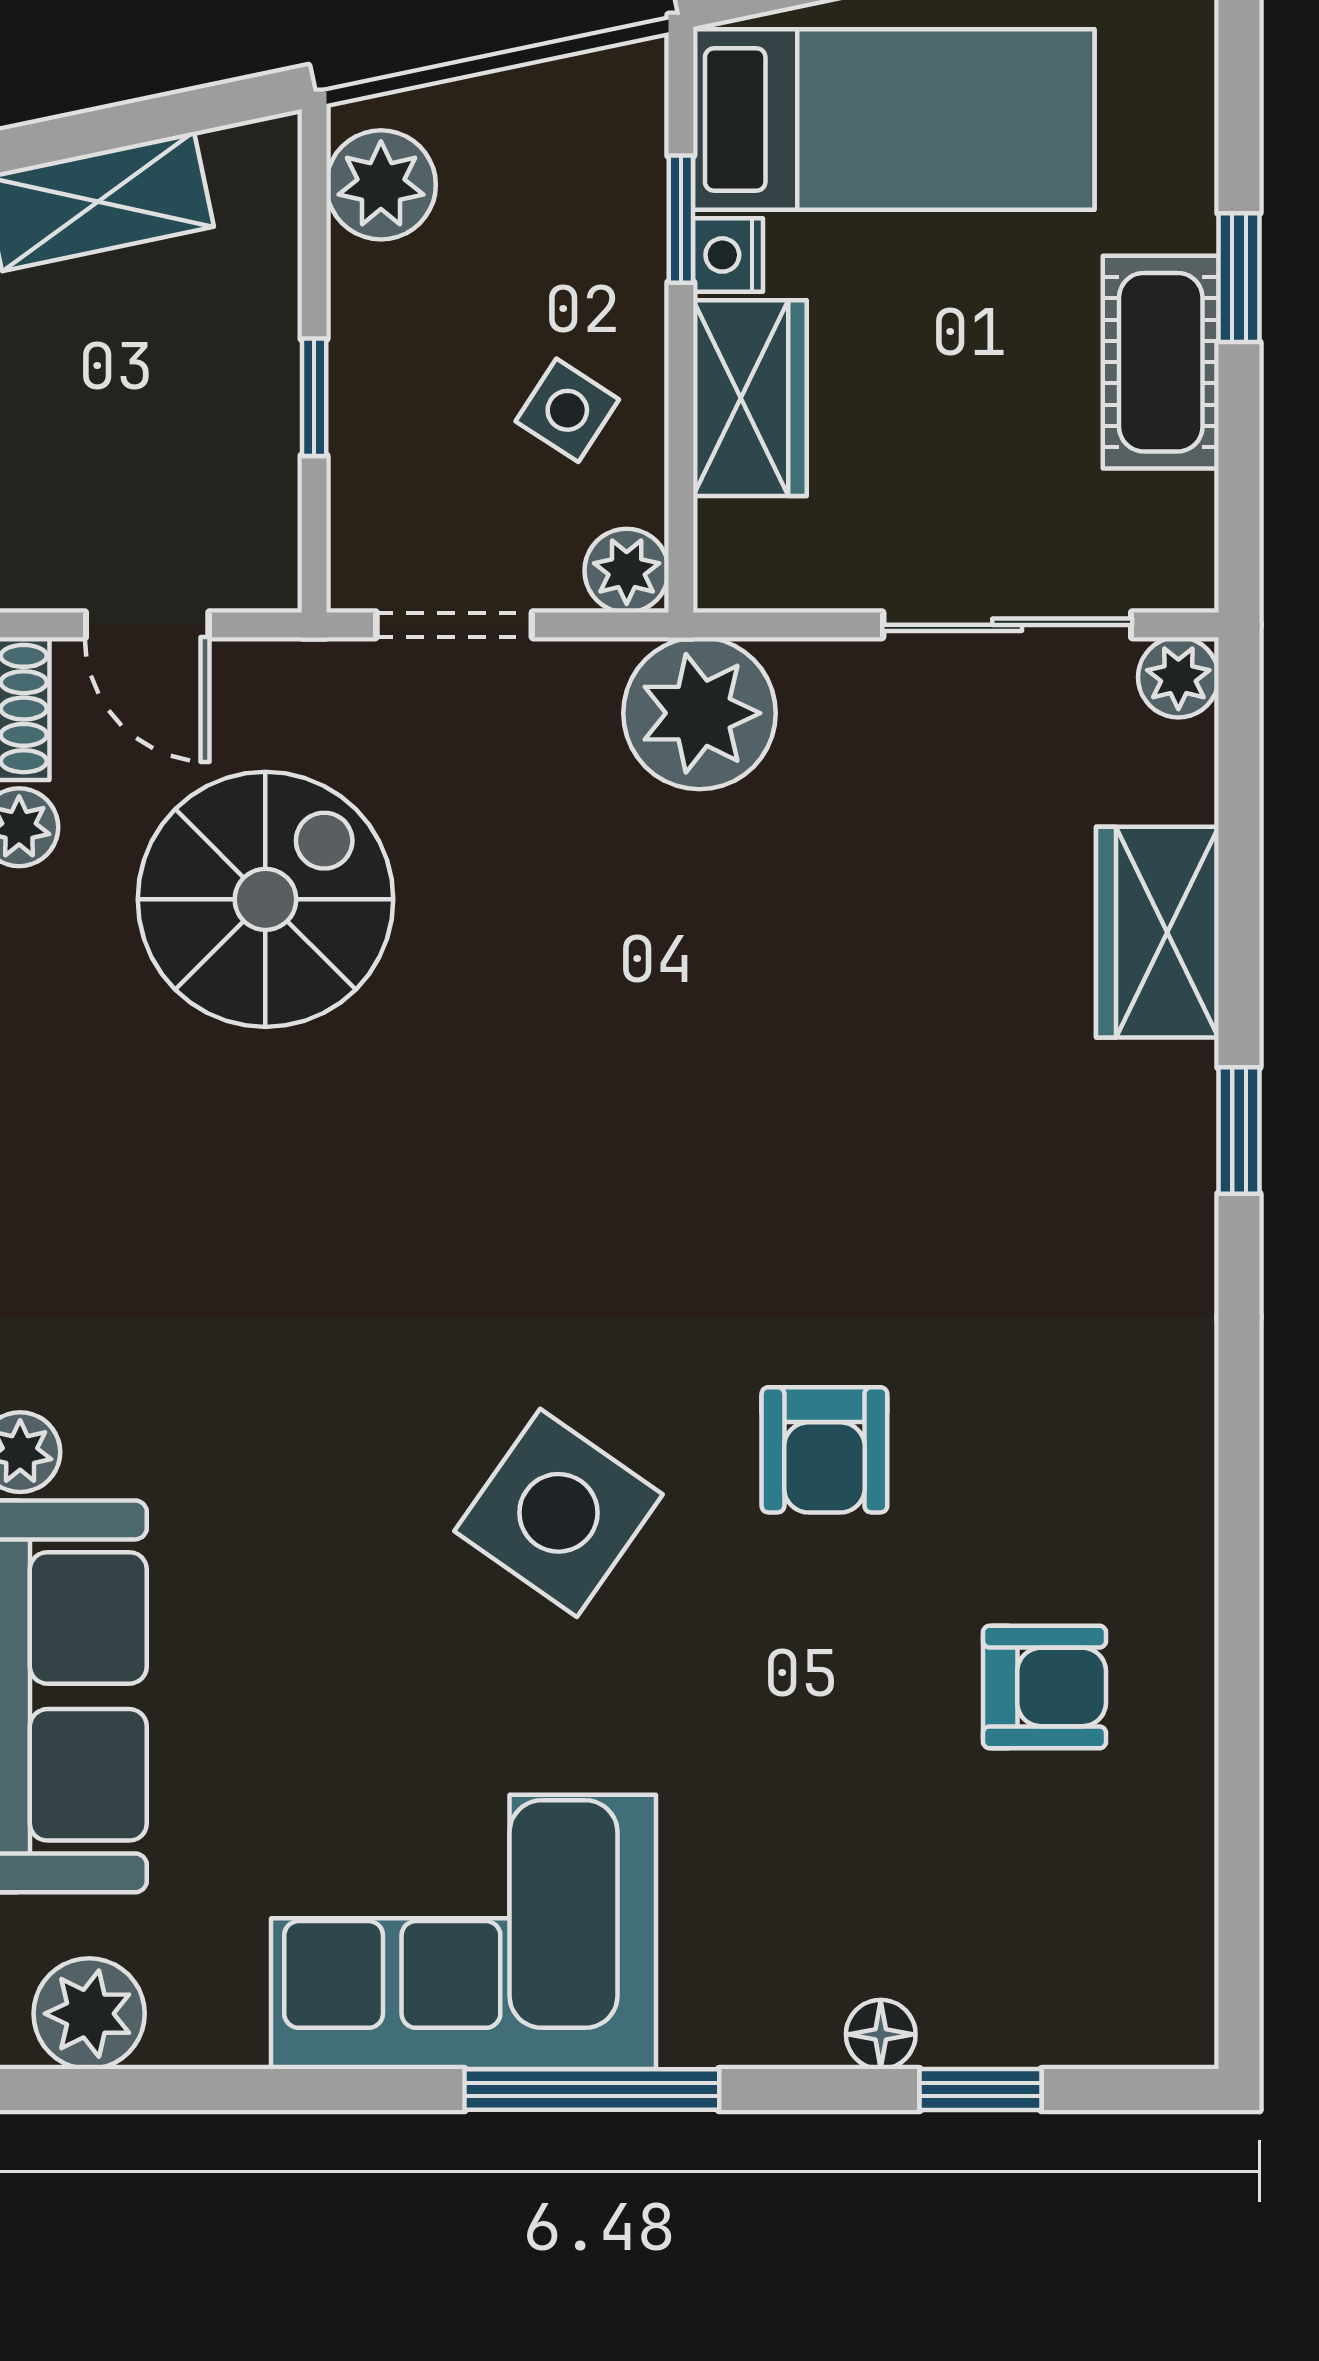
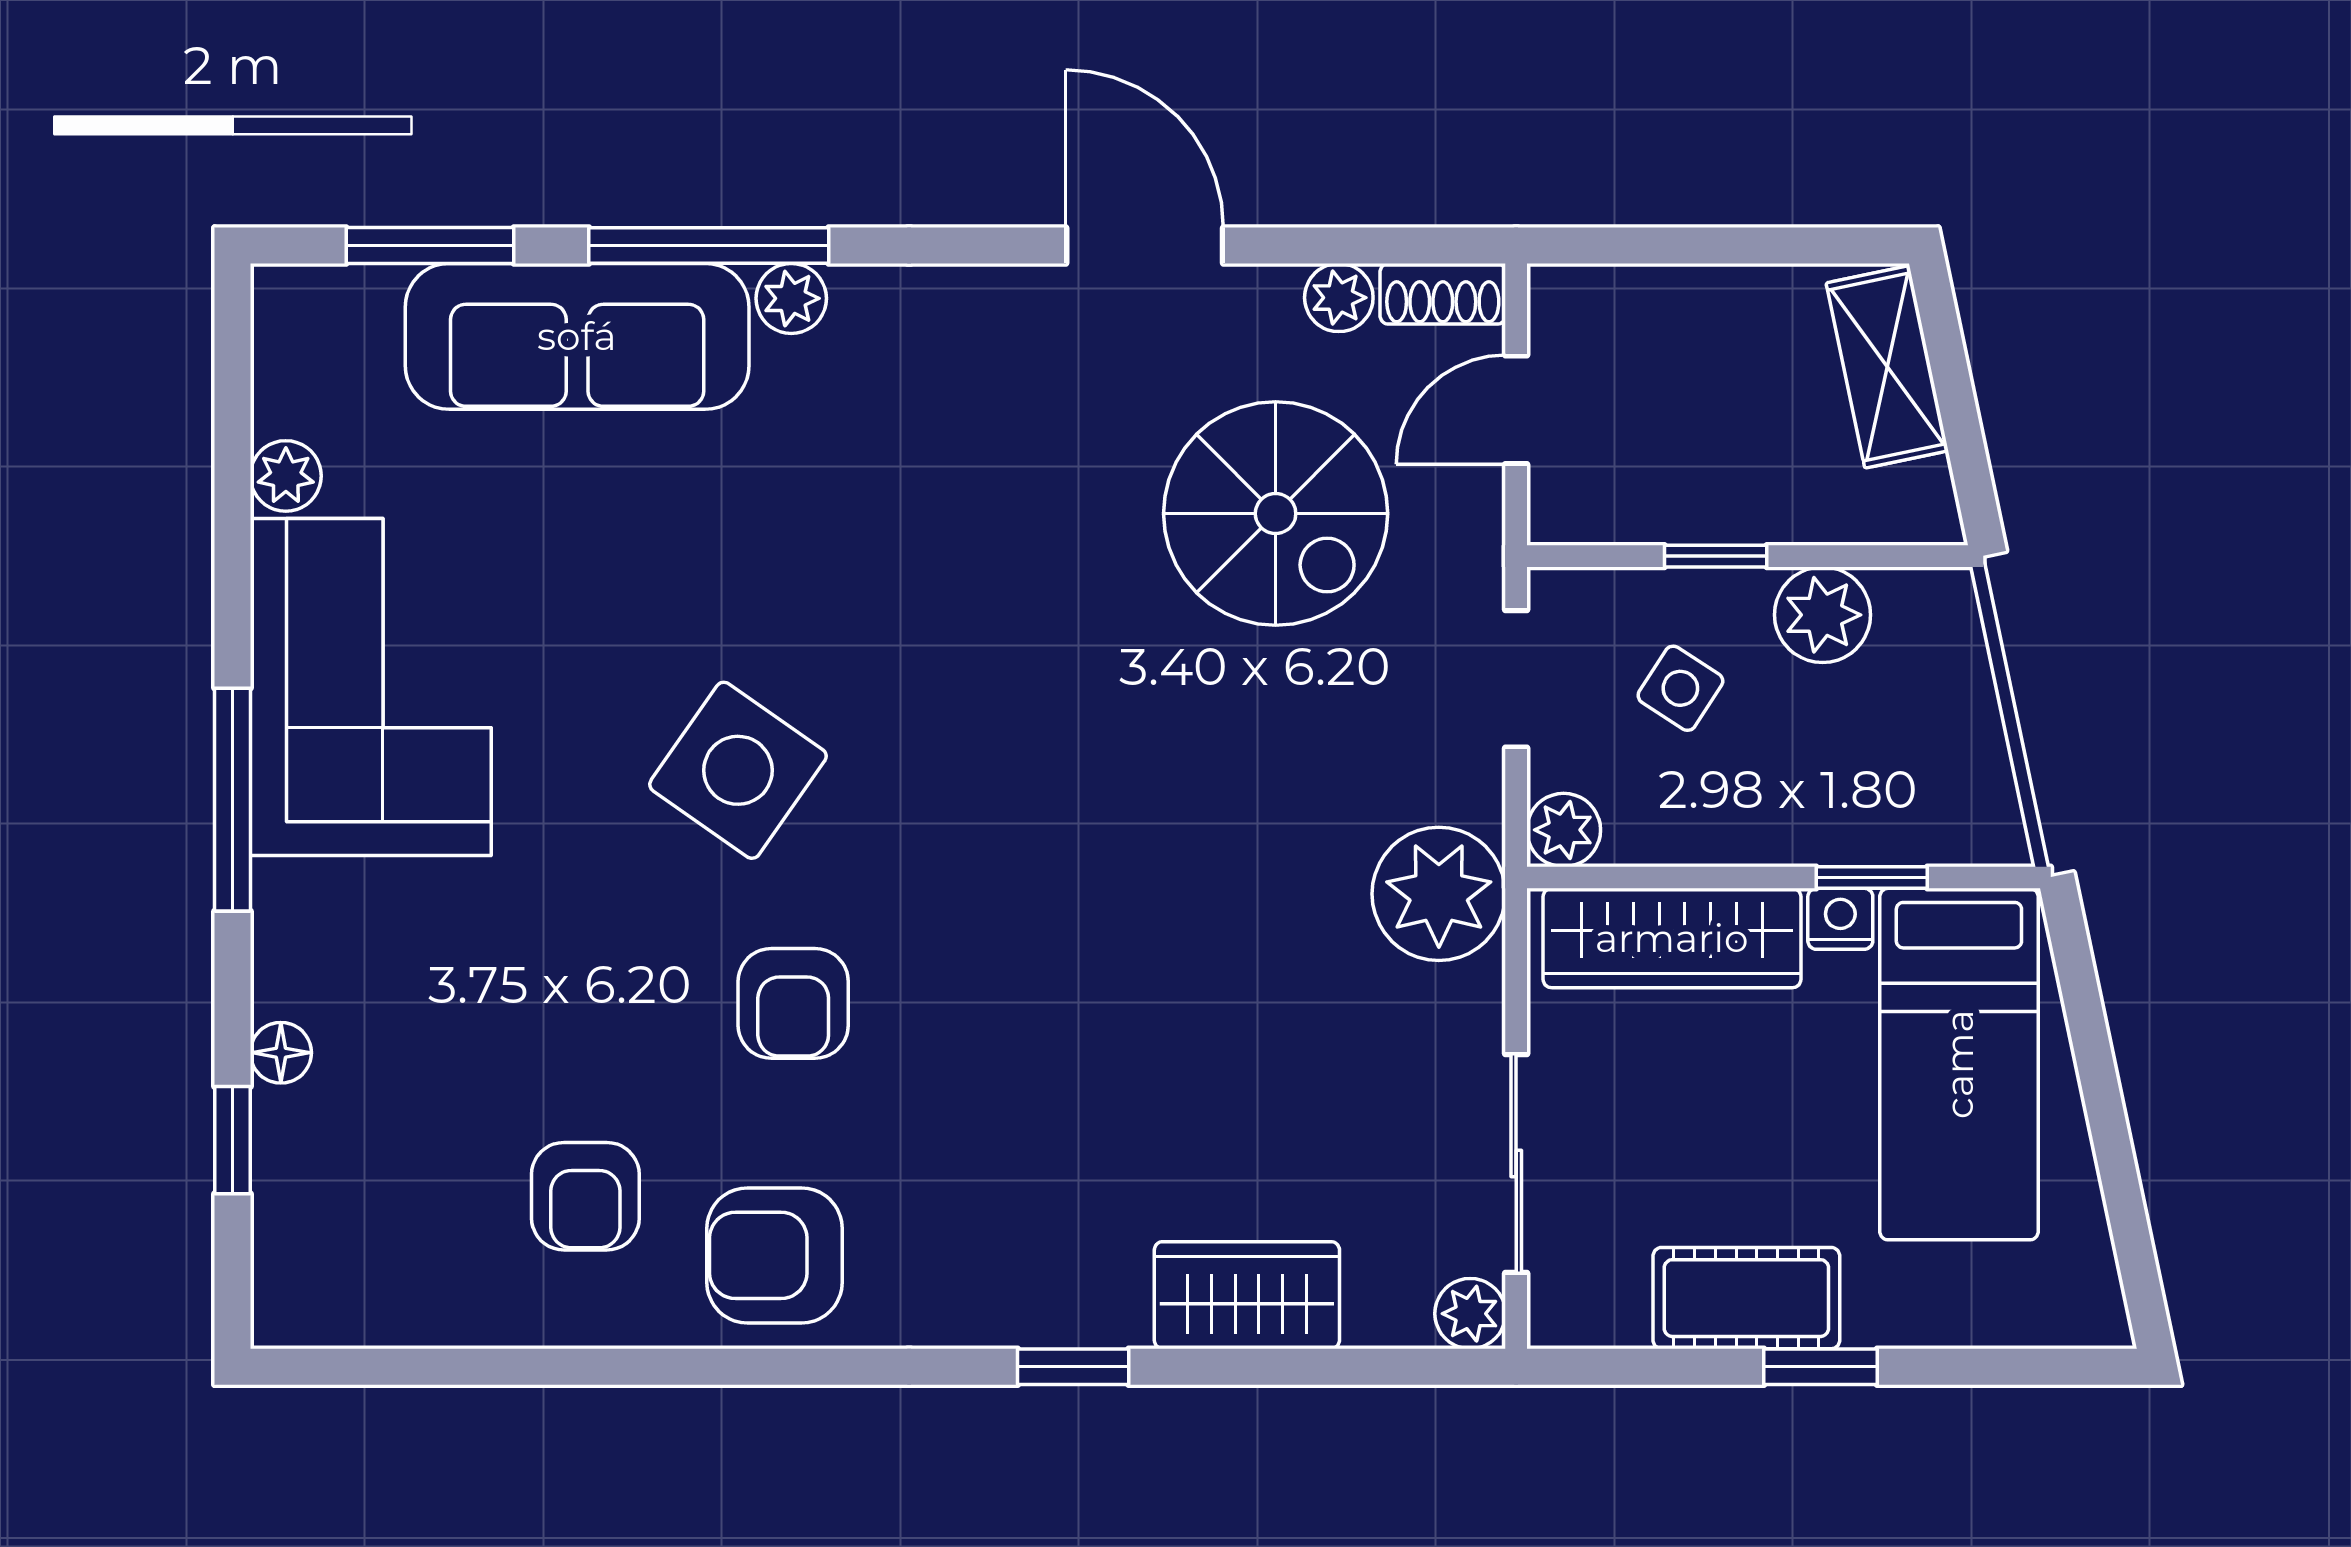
plant: (381, 185) -> (1823, 615), moved
wardrobe: (750, 398) -> (1672, 938), width x1.50
side table: (567, 410) -> (1680, 688), moved
armchair: (824, 1450) -> (793, 1003), turned -90
armchair: (1112, 1471) -> (774, 1255), added
plant: (89, 2014) -> (286, 476), moved, width x0.73, depth x0.73

